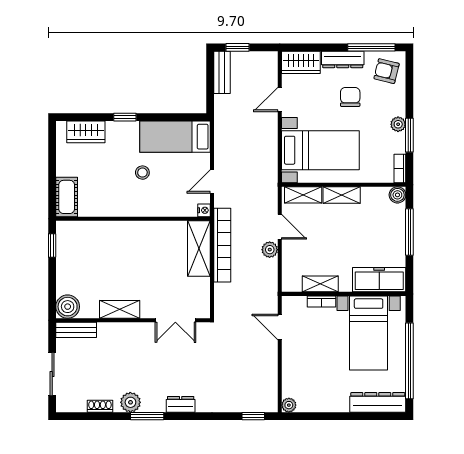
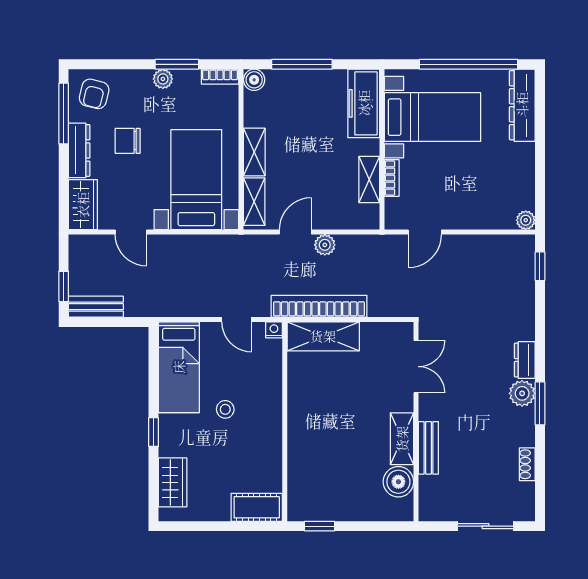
boiler: (68, 307) -> (398, 482), moved
bench: (76, 330) -> (428, 448), moved
plant: (130, 402) -> (522, 393), moved

